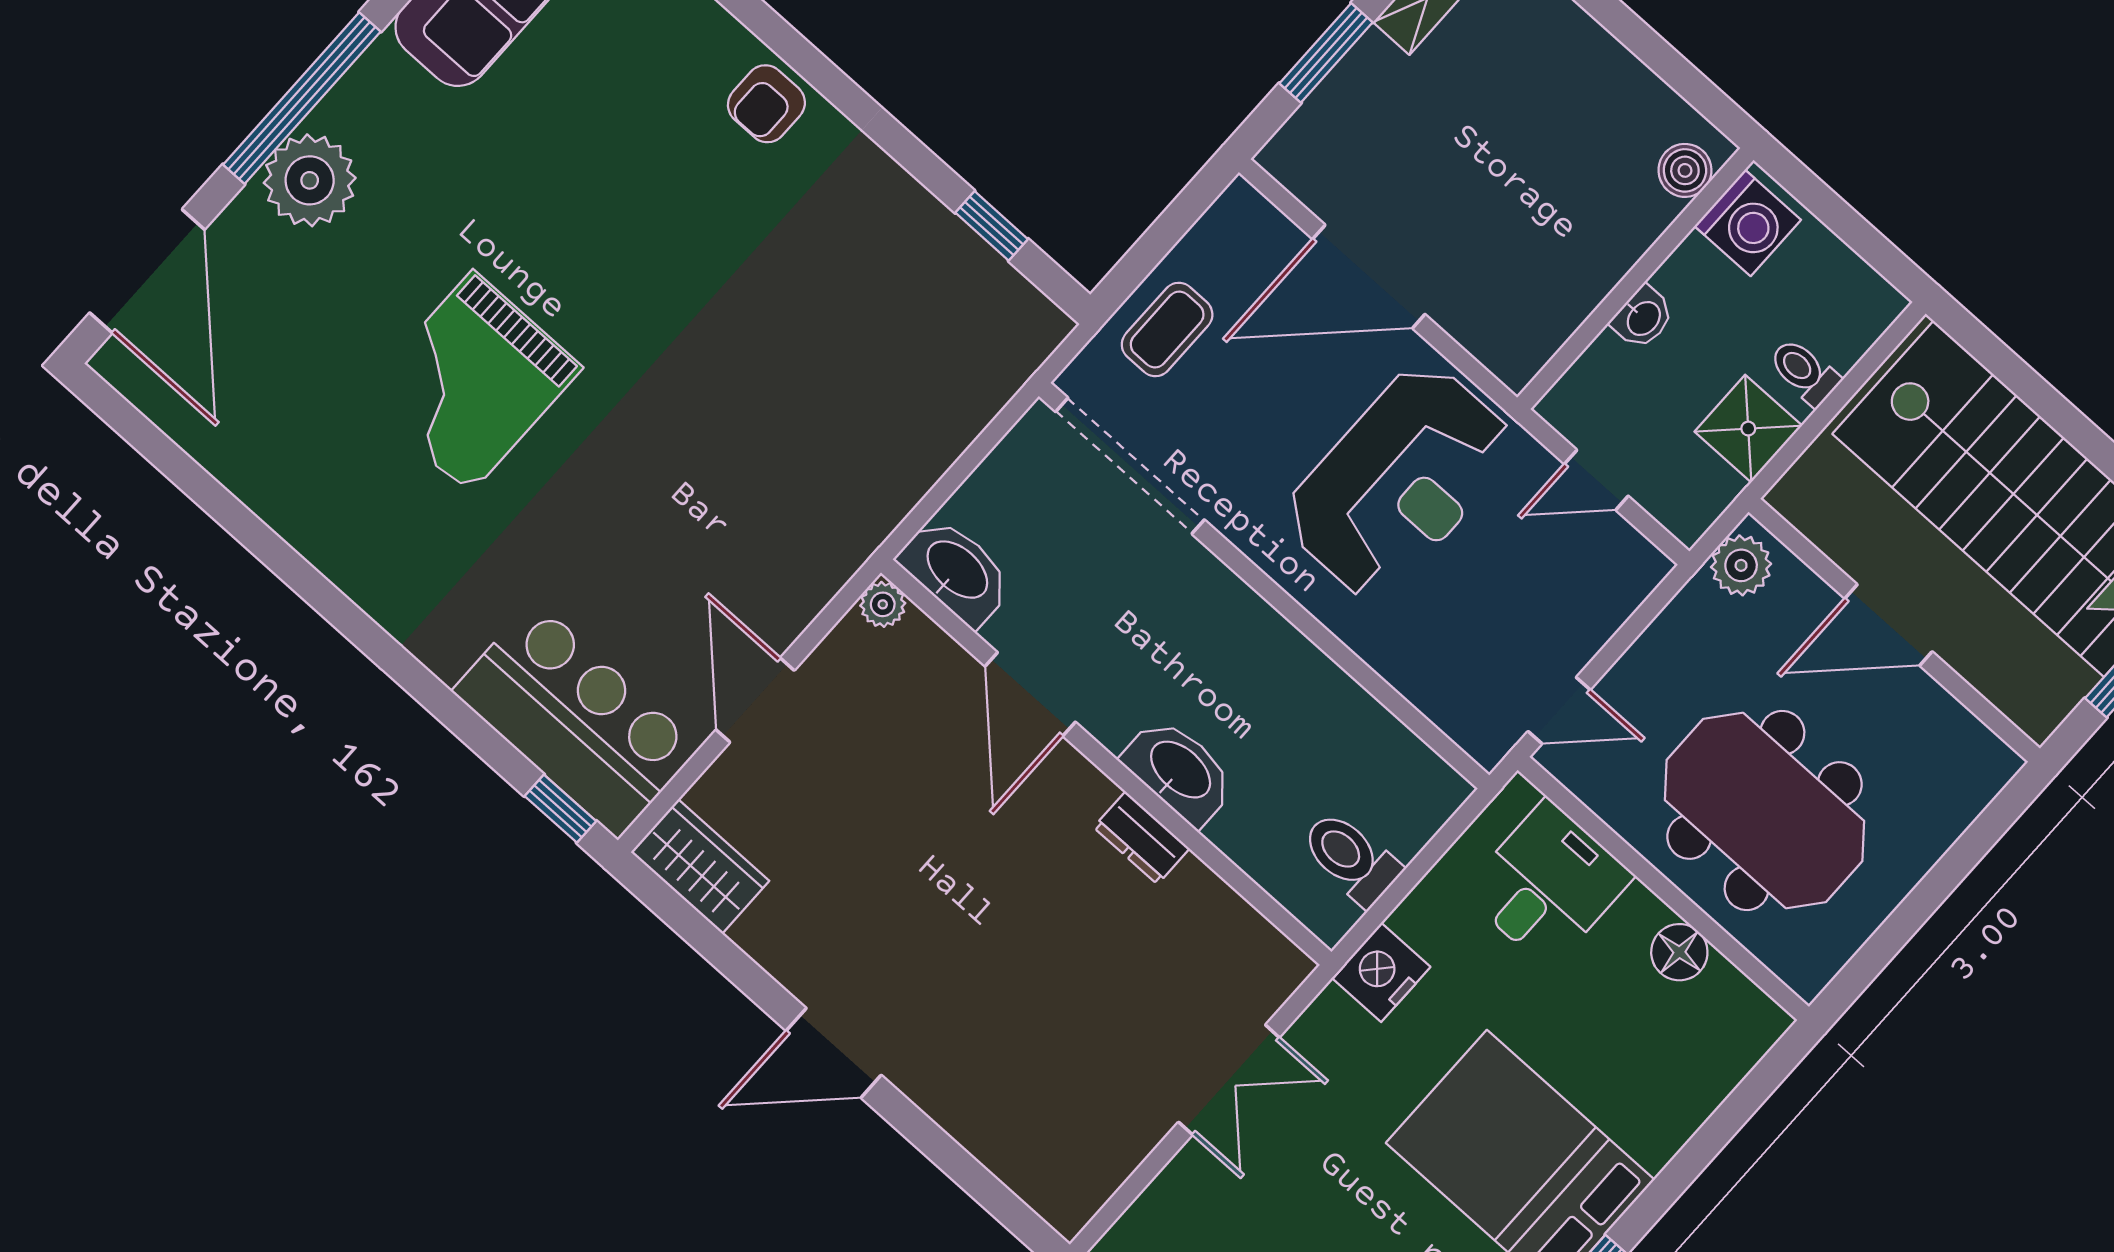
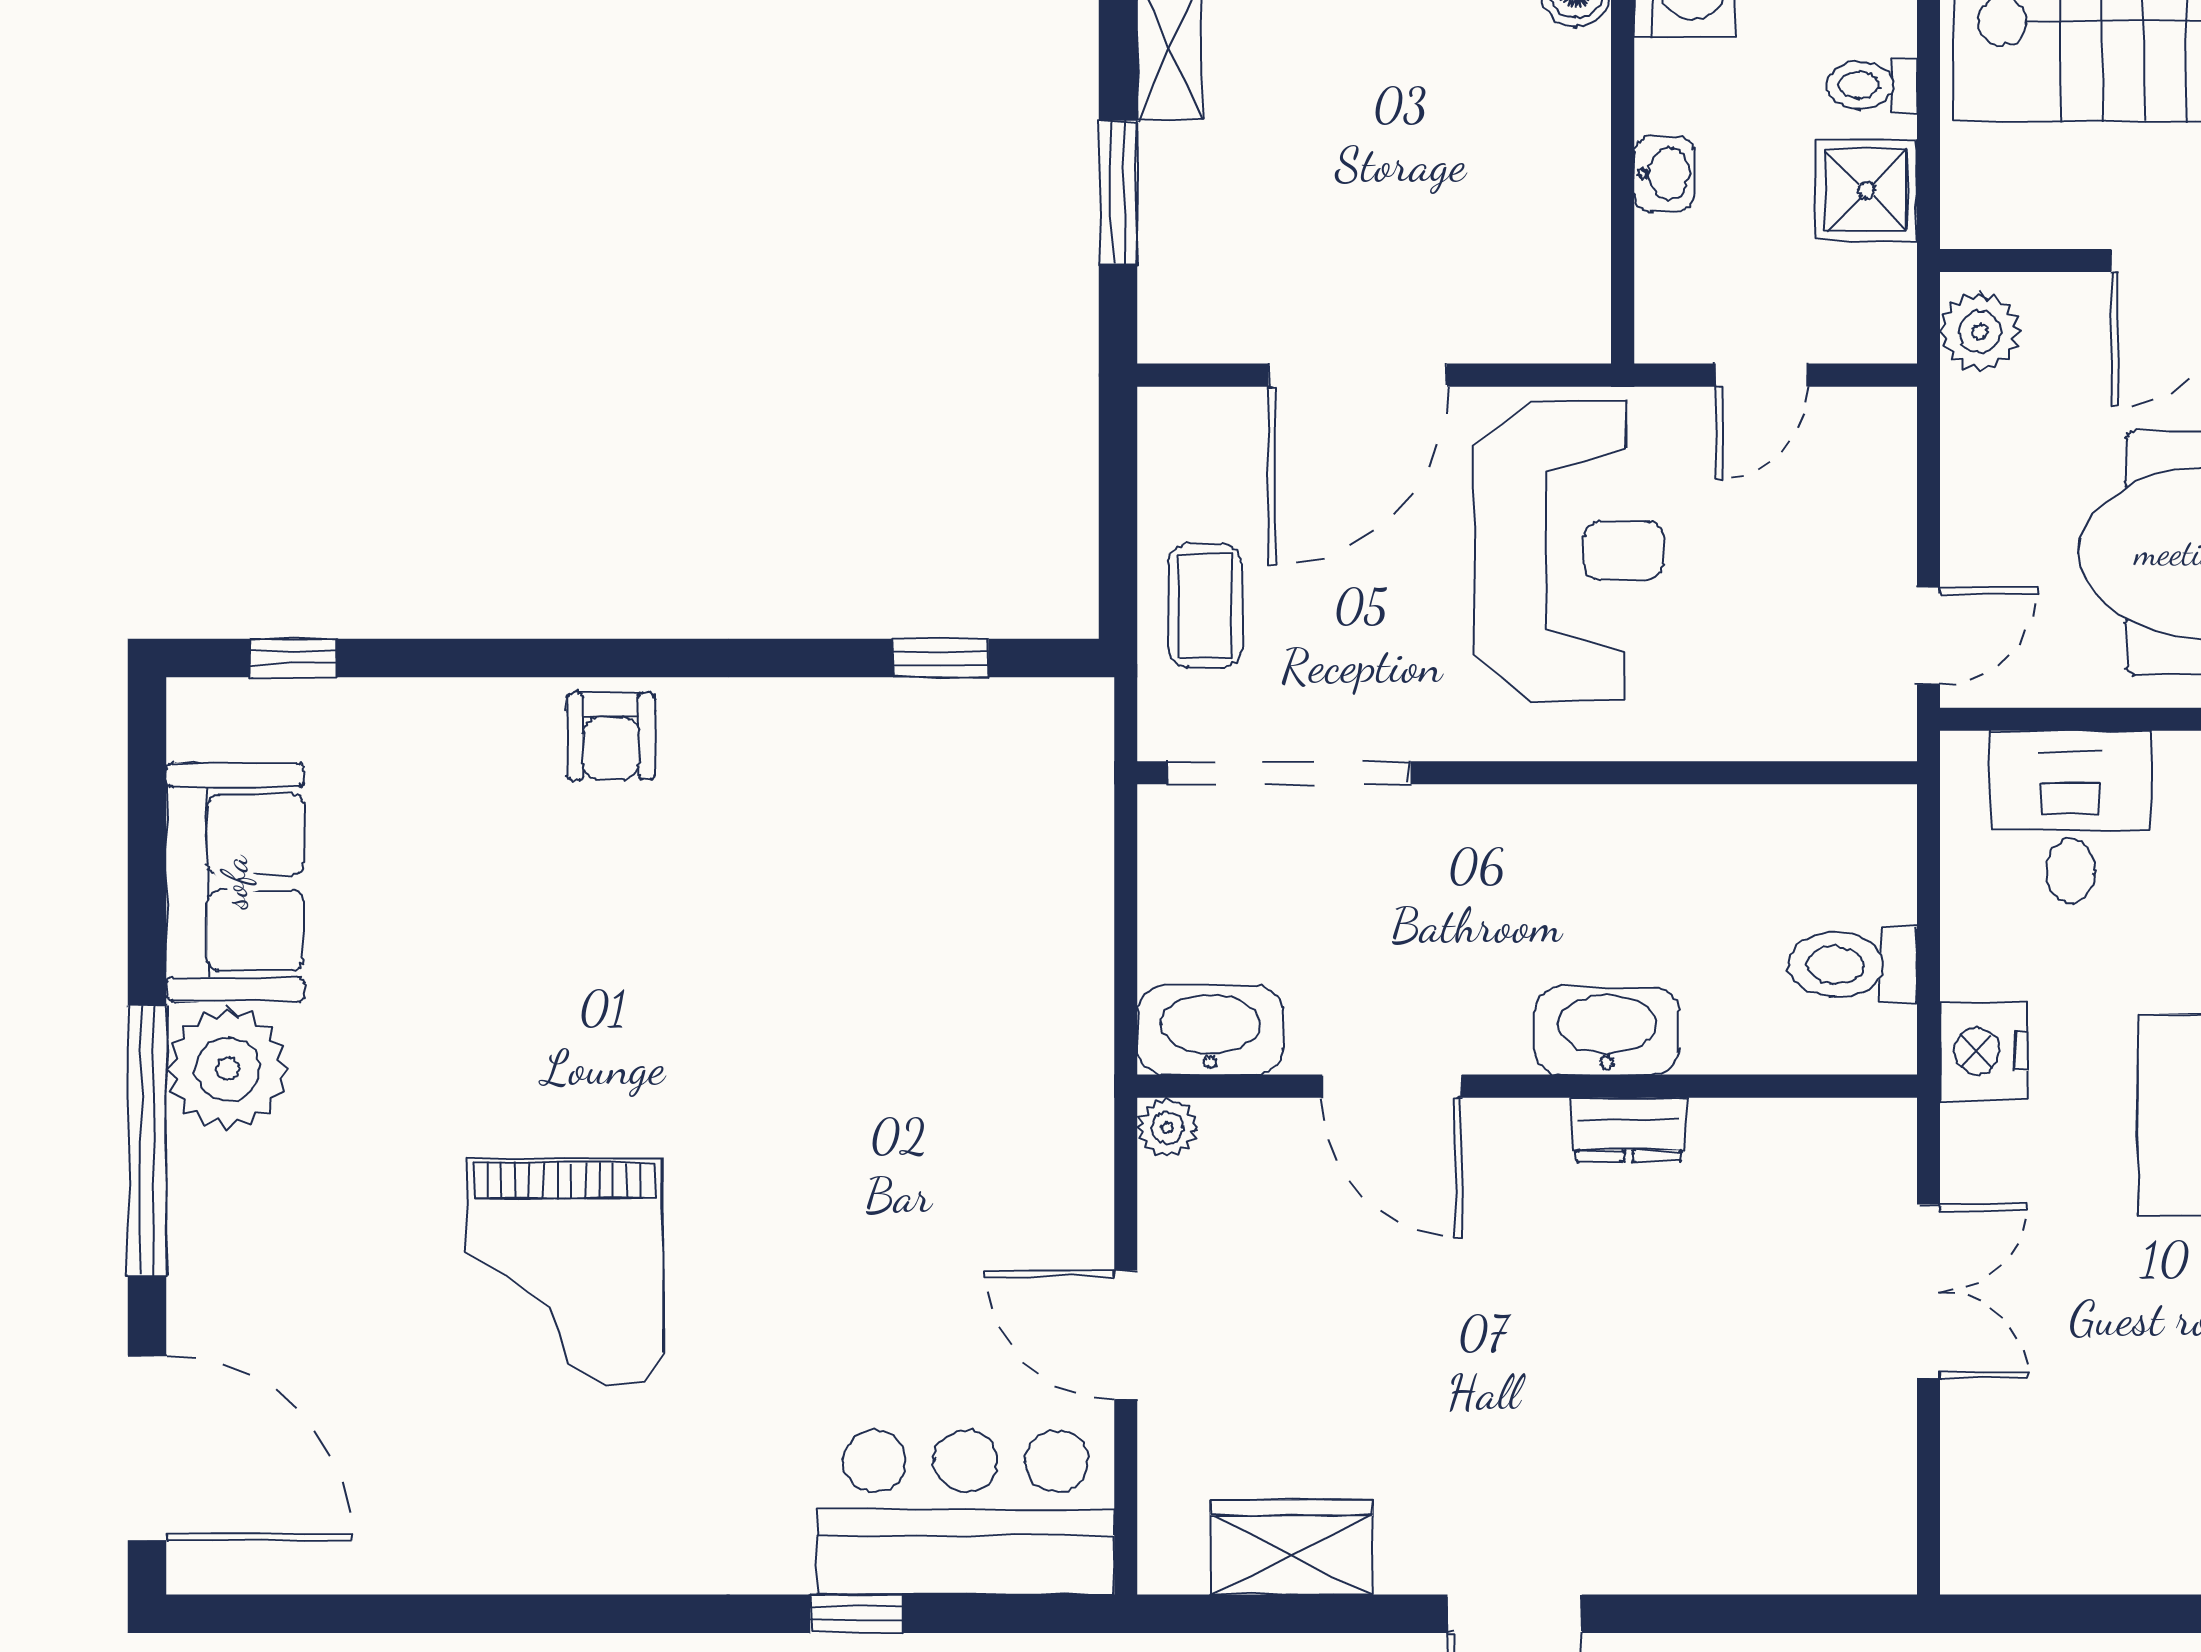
plant: (310, 180) -> (227, 1069), moved
window: (560, 809) -> (857, 1614), moved
wardrobe: (700, 866) -> (1291, 1548), moved

